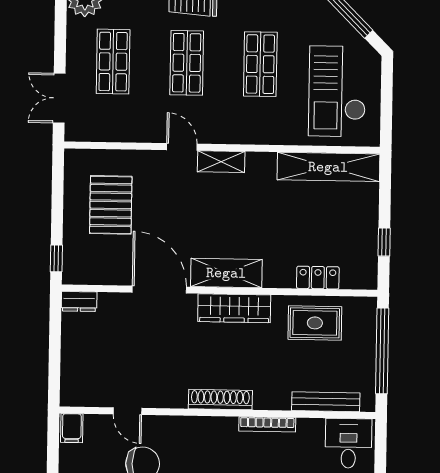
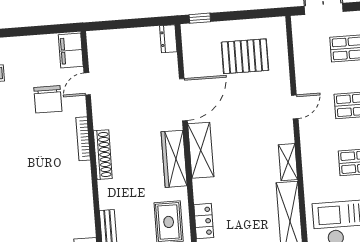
shelving: (221, 162) -> (288, 162), moved
bookcase: (267, 424) -> (83, 139), moved
filing cabinet: (72, 428) -> (71, 51), width x2.00

